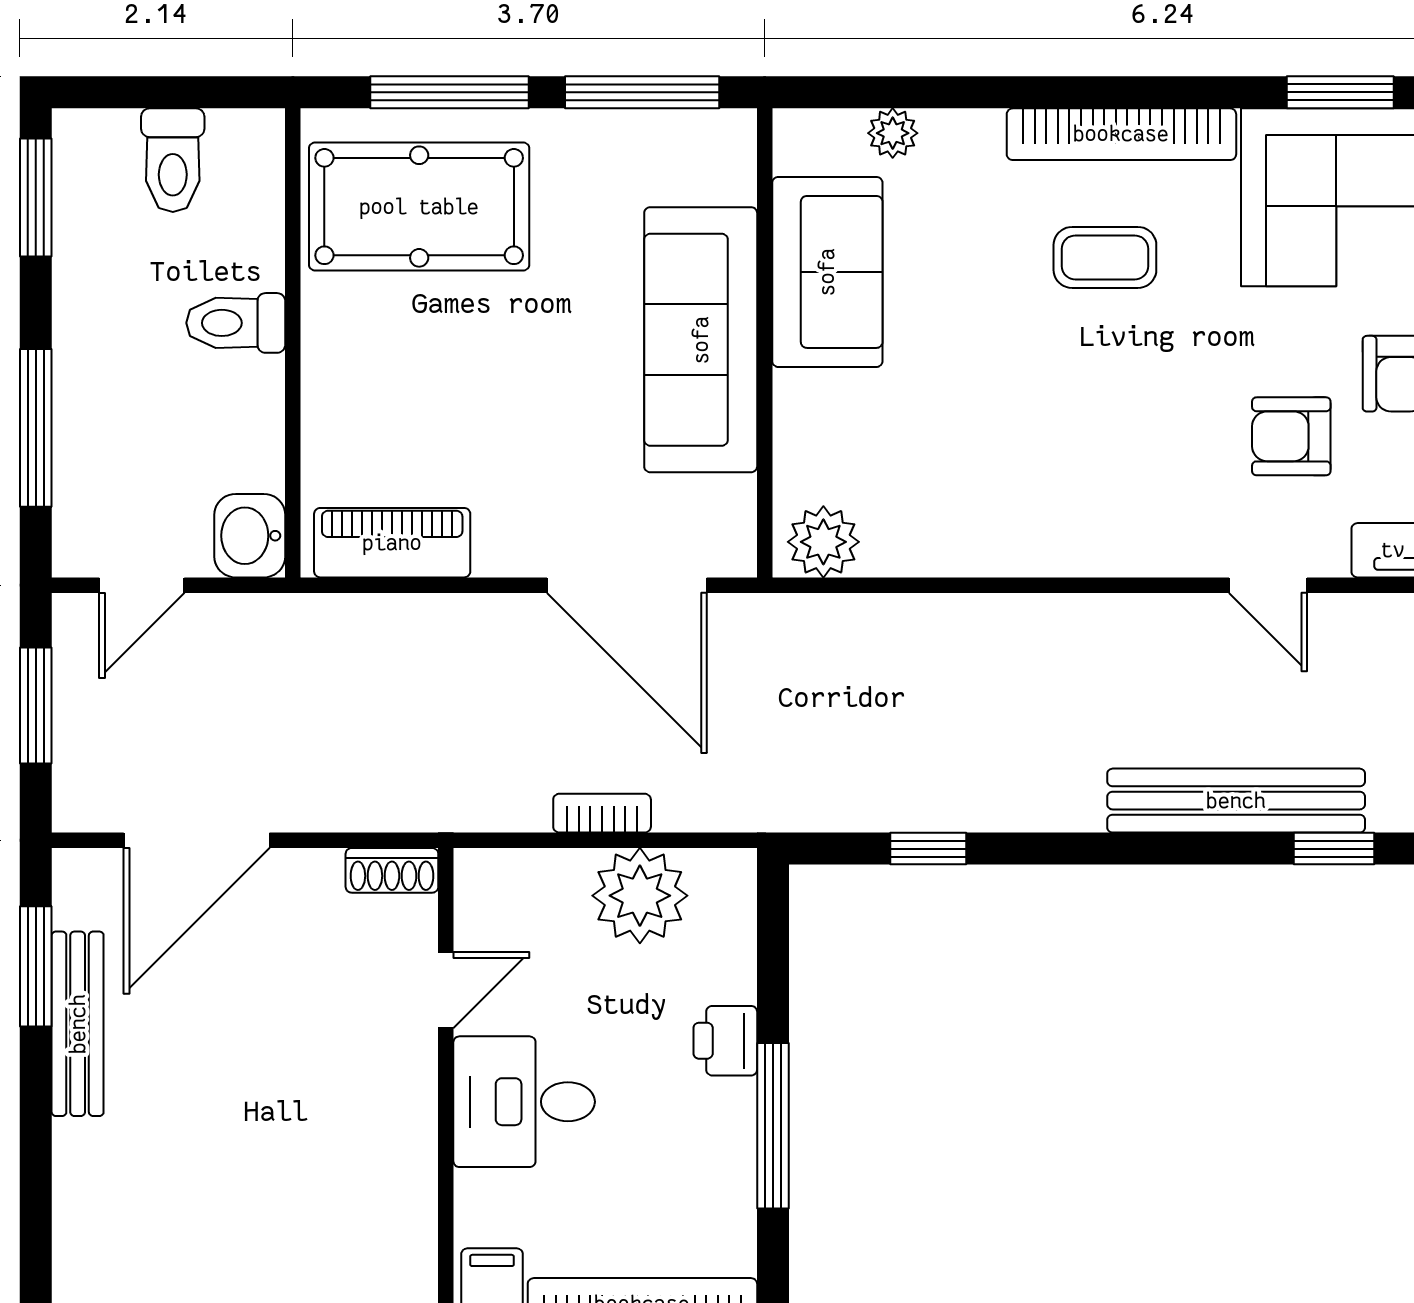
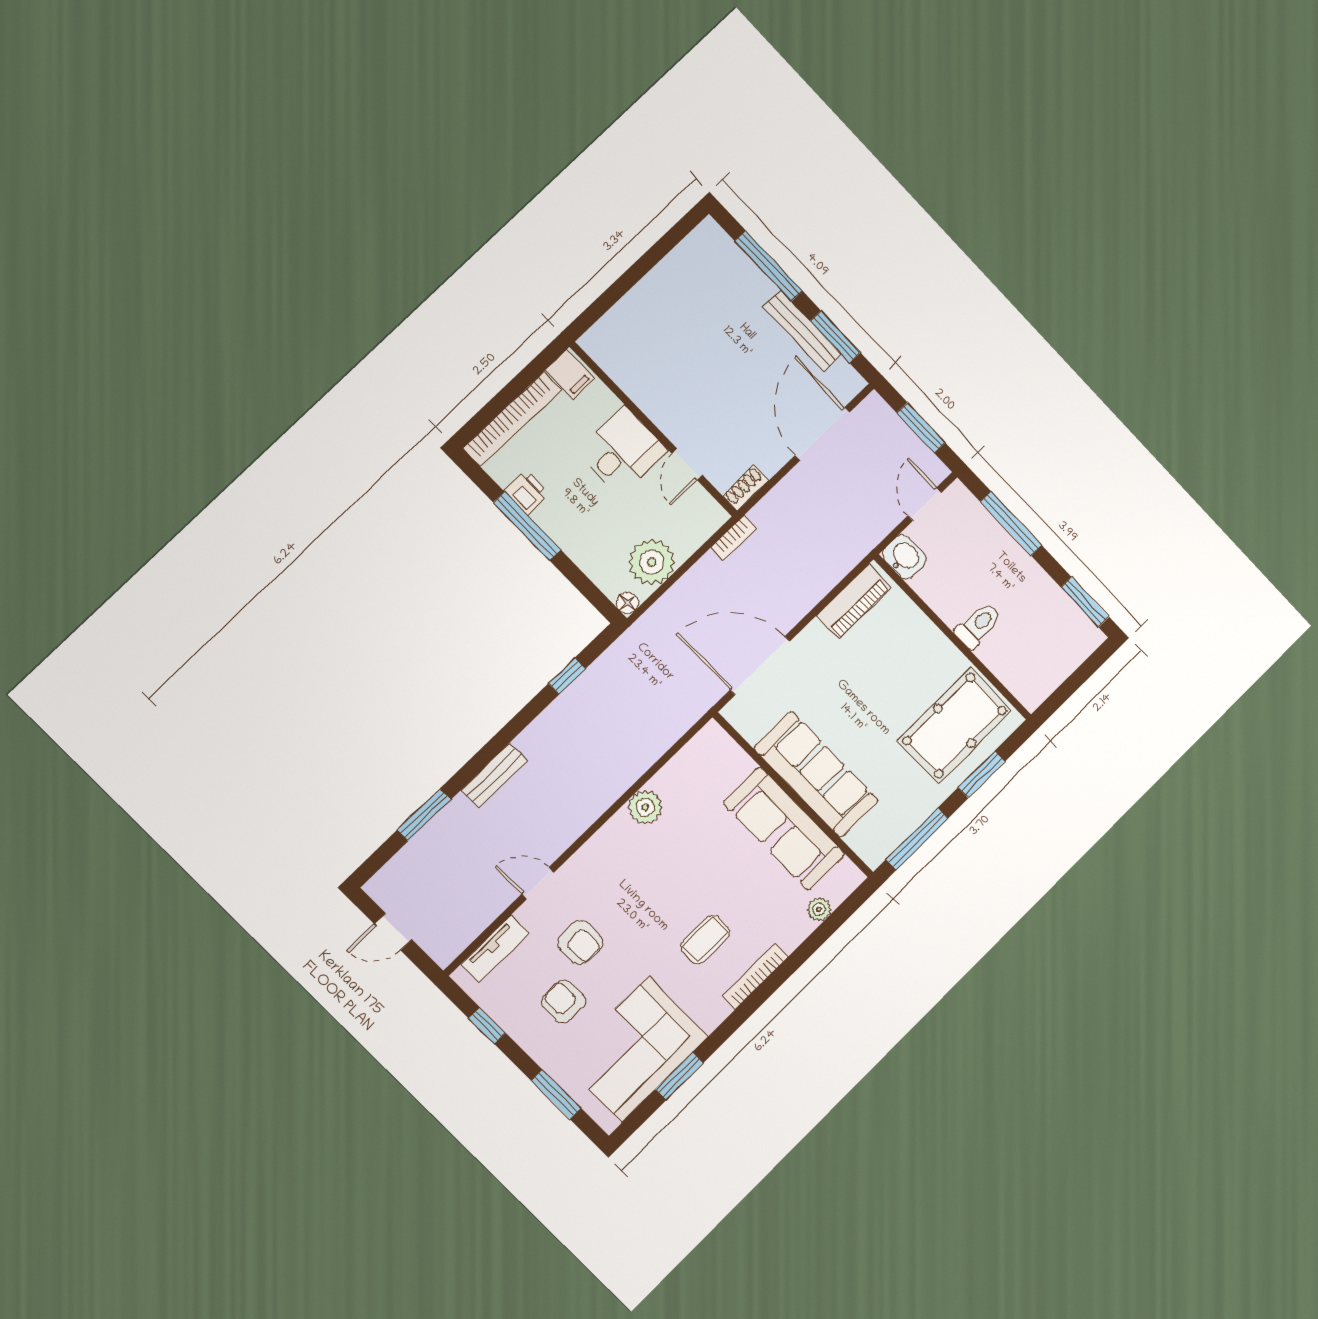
window: (450, 92) -> (982, 774), width x0.69
bookcase: (1121, 134) -> (755, 976), width x0.68, depth x0.76
toilet: (173, 160) -> (1052, 660), removed
sofa: (827, 272) -> (784, 829), width x1.36
armchair: (1291, 436) -> (580, 942), turned 90
plant: (823, 542) -> (645, 807), moved
bench: (1236, 801) -> (494, 775), width x0.54, depth x0.82
bookcase: (602, 813) -> (734, 538), moved
window: (1334, 849) -> (424, 815), width x1.50
floor lamp: (735, 870) -> (627, 603), added
printer: (725, 1041) -> (526, 492), moved
window: (36, 1168) -> (769, 266), added

